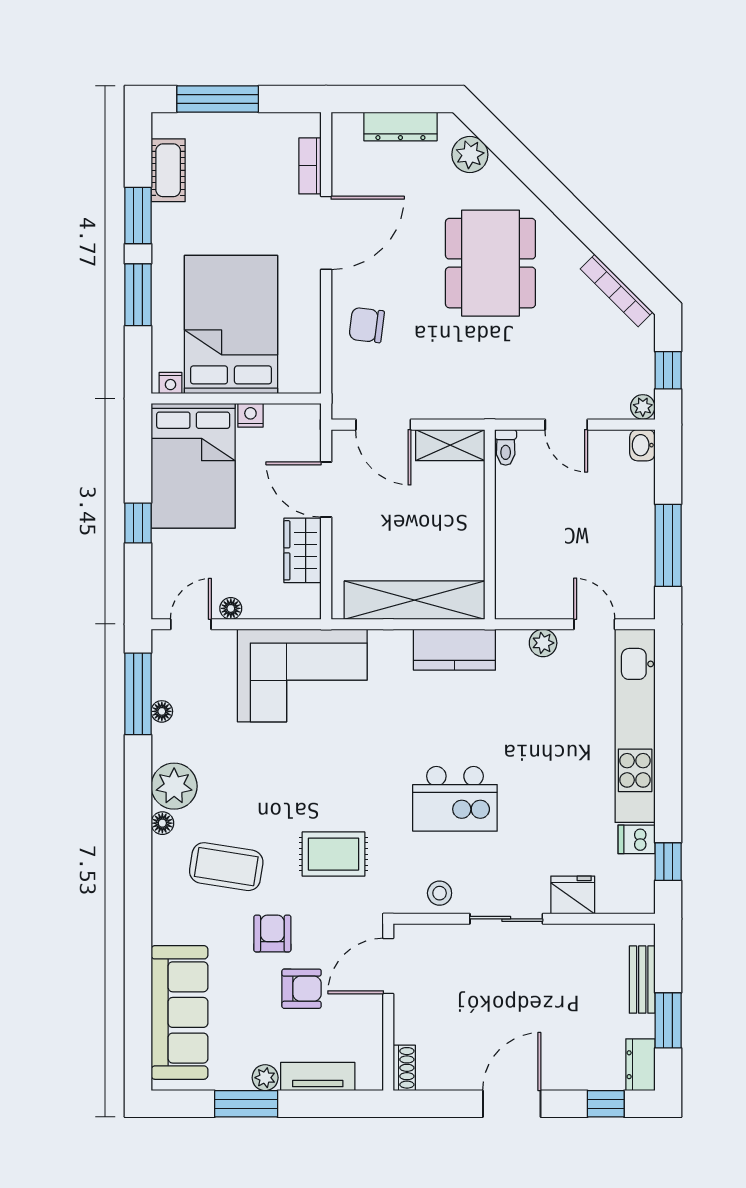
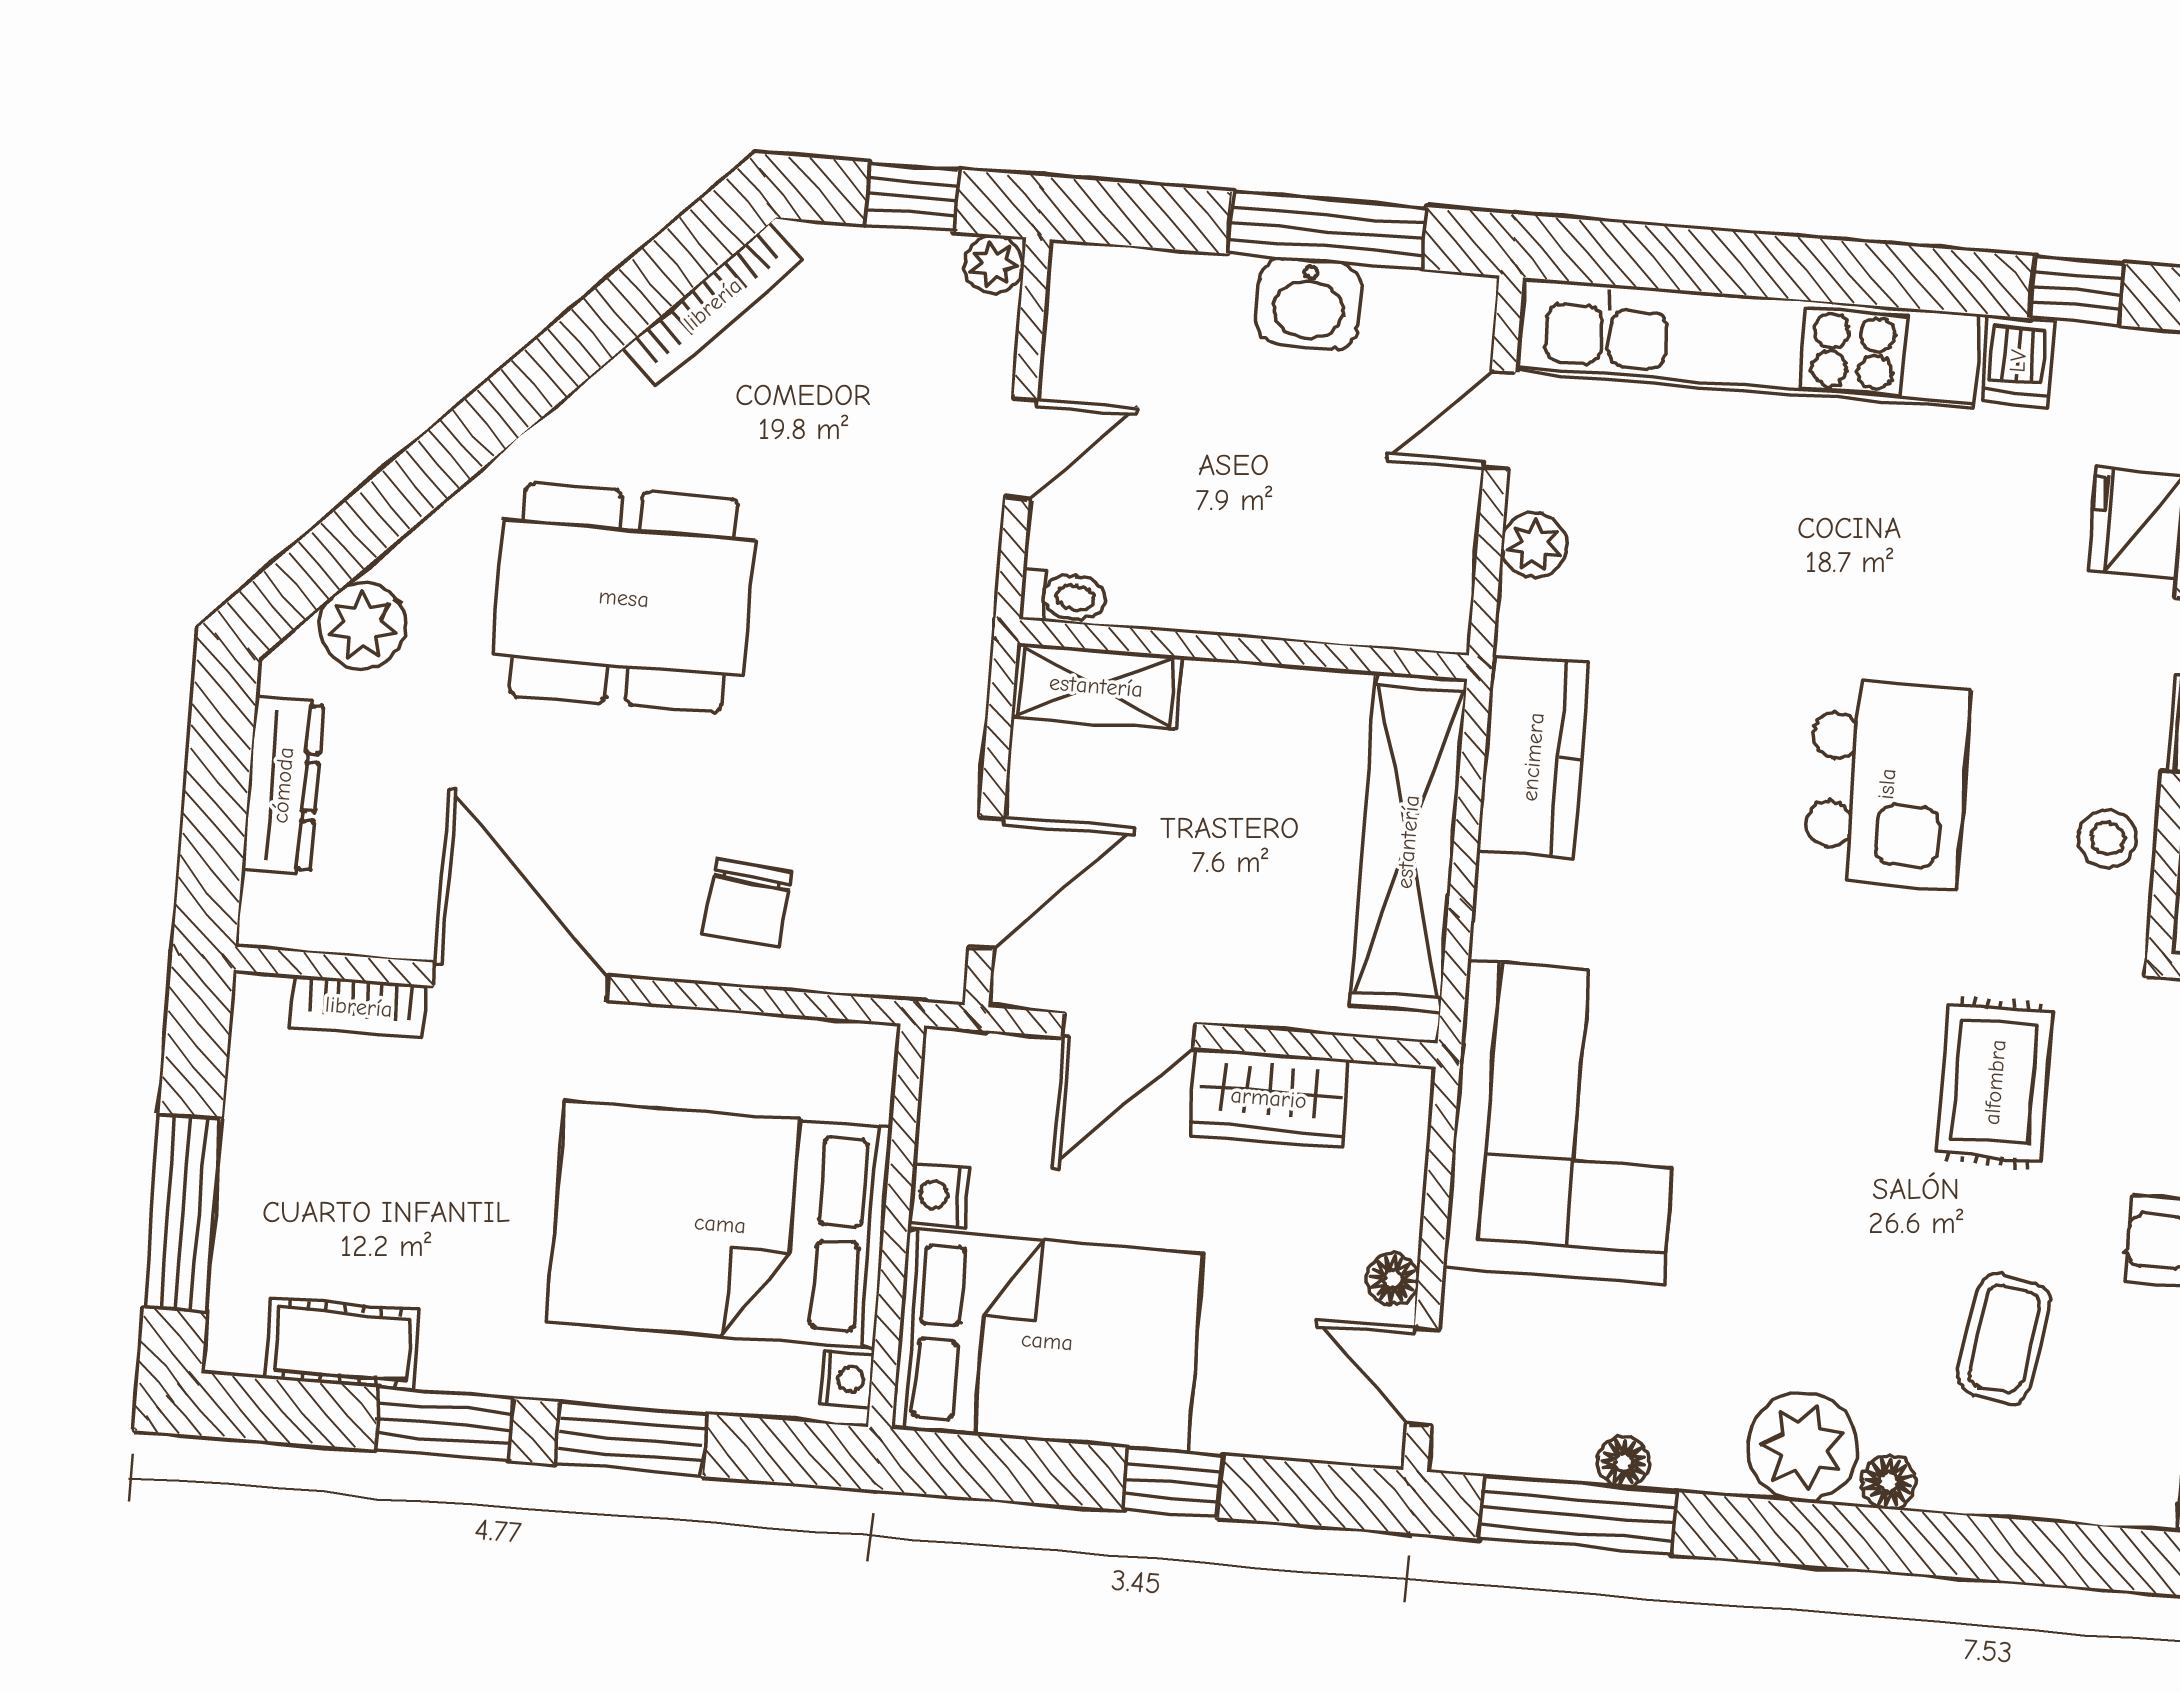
shelving: (450, 445) -> (1096, 686), moved, turned 90
washbasin: (642, 445) -> (1309, 304), moved, width x1.38, depth x1.45
coffee table: (226, 867) -> (2004, 1339), width x0.73, depth x0.77

